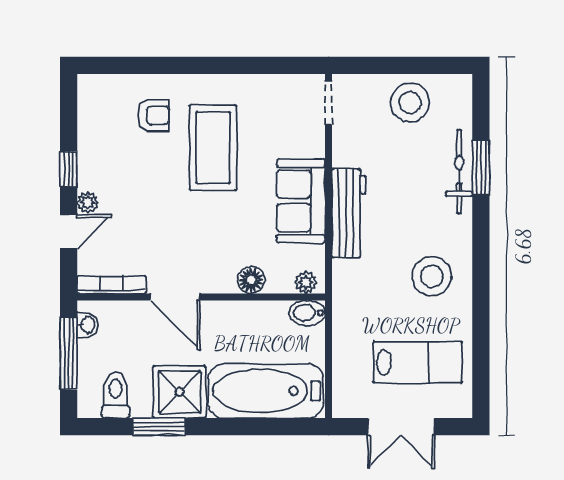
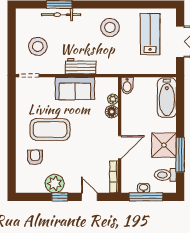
stool: (410, 103) -> (38, 46), moved
plant: (88, 202) -> (55, 184), moved, width x1.88, depth x1.88
workbench: (349, 213) -> (81, 66), width x0.73
plant: (306, 282) -> (113, 99), moved
washbasin: (87, 325) -> (144, 188), moved
bathtub: (266, 391) -> (167, 98), width x0.73, depth x0.73
window: (159, 427) -> (180, 155), width x1.44

